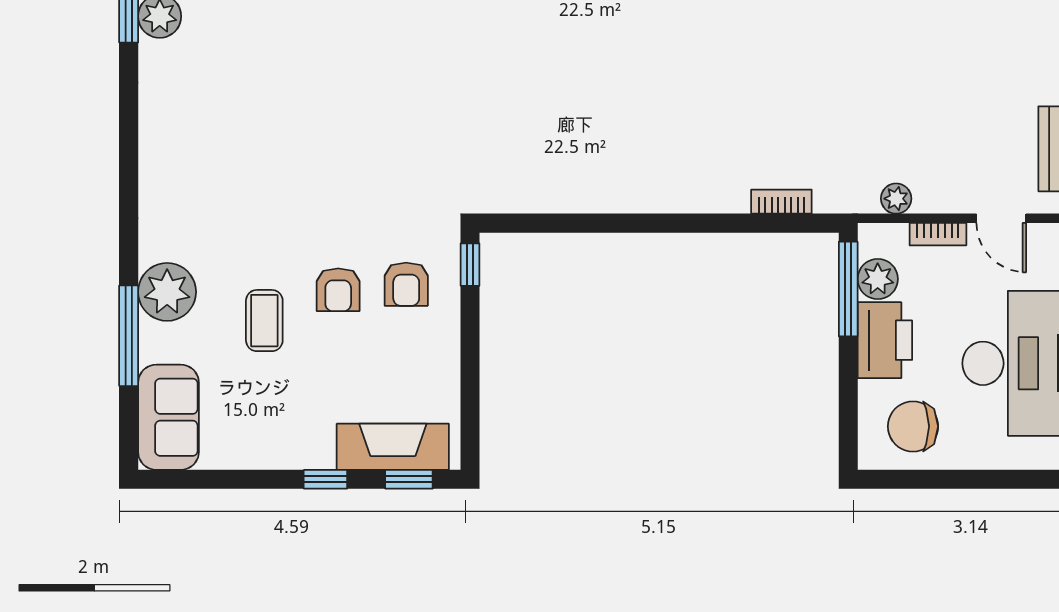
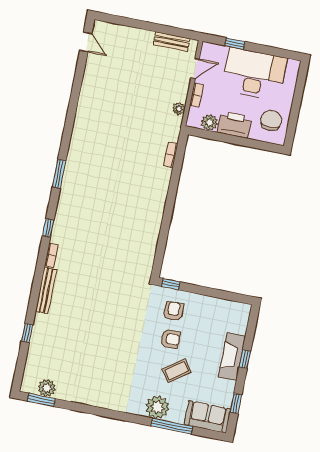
armchair: (406, 284) -> (173, 311), turned -90
window: (848, 289) -> (211, 135), removed
coffee table: (264, 321) -> (177, 371), turned -36
chair: (913, 426) -> (271, 120), turned 180
fireplace: (393, 447) -> (232, 356), moved
window: (409, 479) -> (236, 403), moved

